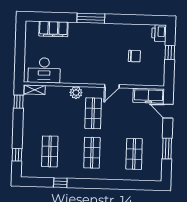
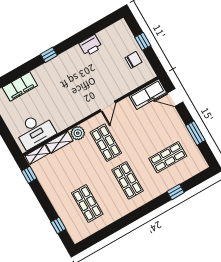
window: (91, 18) -> (49, 55), width x0.46
printer: (159, 33) -> (90, 45), moved, turned -90
chair: (134, 56) -> (133, 60), moved
shelving: (57, 91) -> (59, 142), added
shop shelf: (134, 154) -> (168, 157), turned 90
window: (60, 183) -> (176, 192), moved

